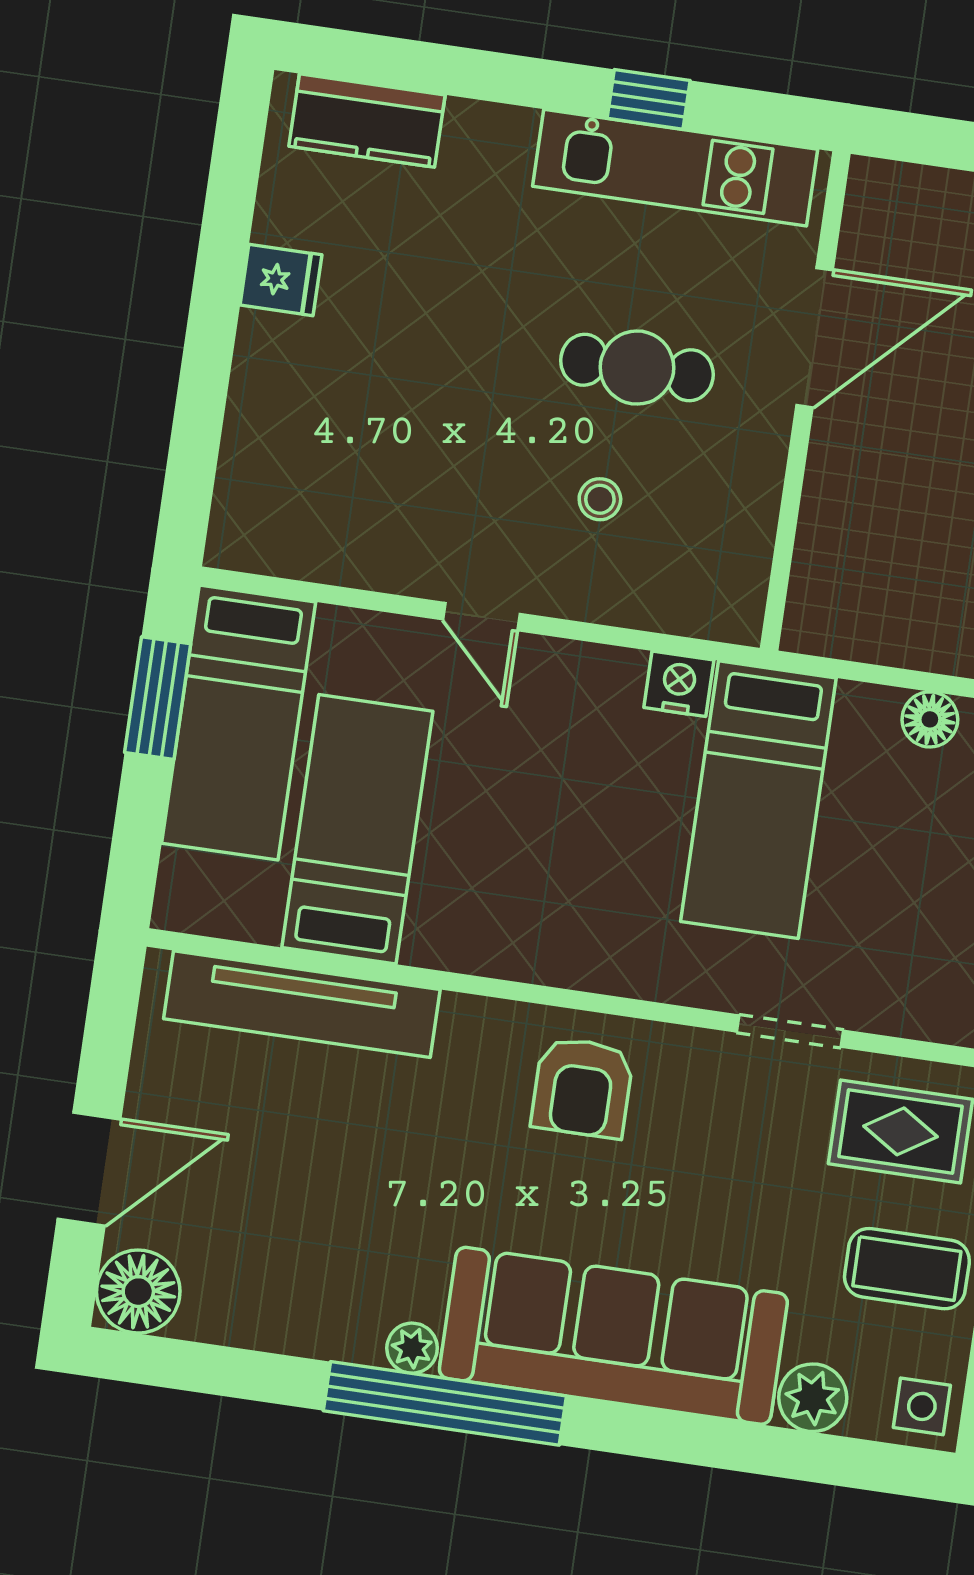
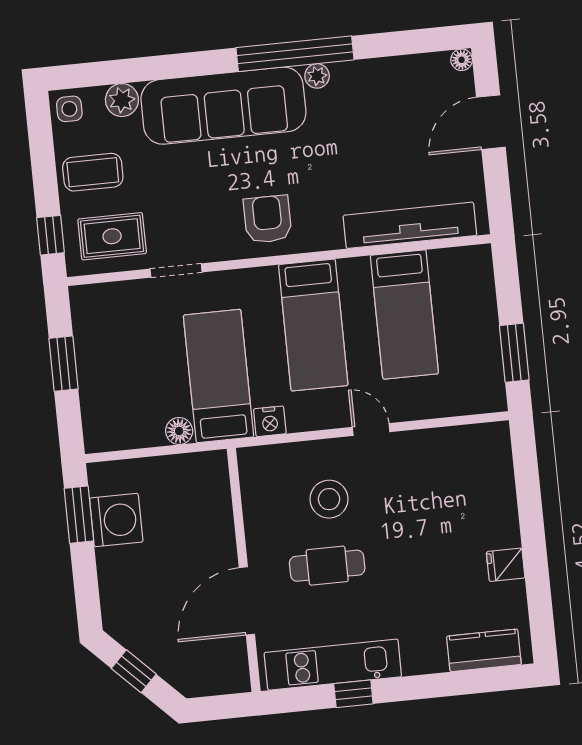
stool: (600, 499) -> (329, 499), width x1.89, depth x1.89
floor lamp: (930, 719) -> (179, 431), moved
bed: (239, 723) -> (313, 325), moved, turned 180
floor lamp: (138, 1292) -> (462, 60), width x0.53, depth x0.53

